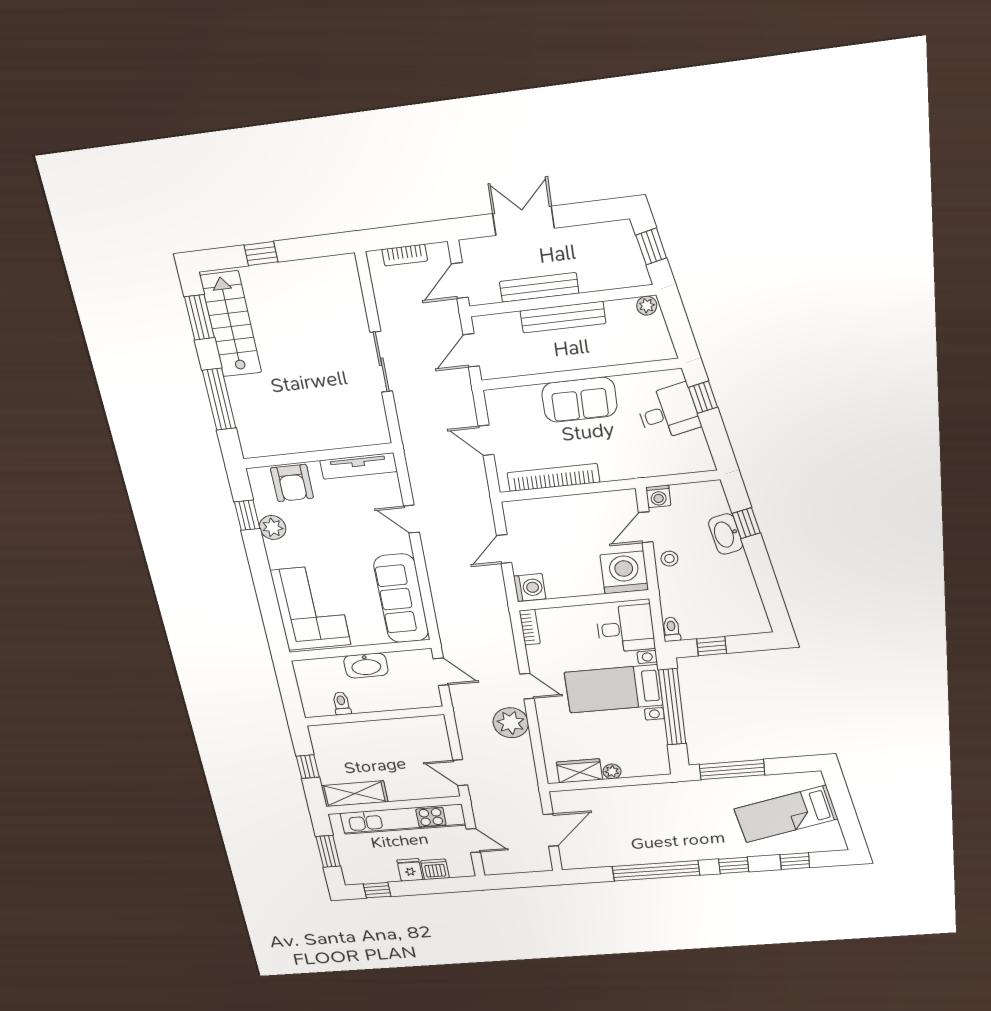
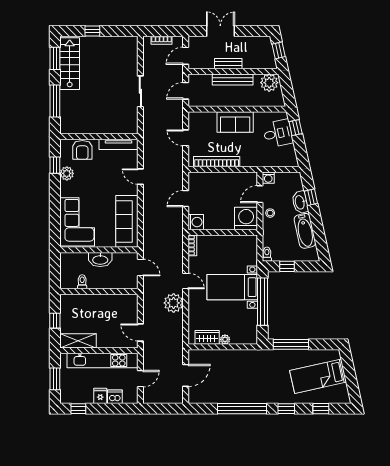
bench: (539, 287) -> (228, 64), width x0.73
plant: (647, 306) -> (269, 83), width x1.88, depth x1.88
bathtub: (740, 583) -> (305, 231), added
desk: (625, 629) -> (243, 251), removed
door: (473, 841) -> (140, 379), hinge flipped

